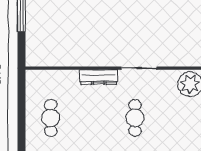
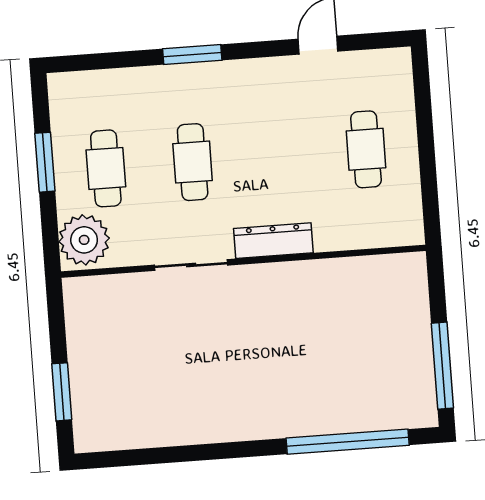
cafe table: (177, 118) -> (106, 168), added

